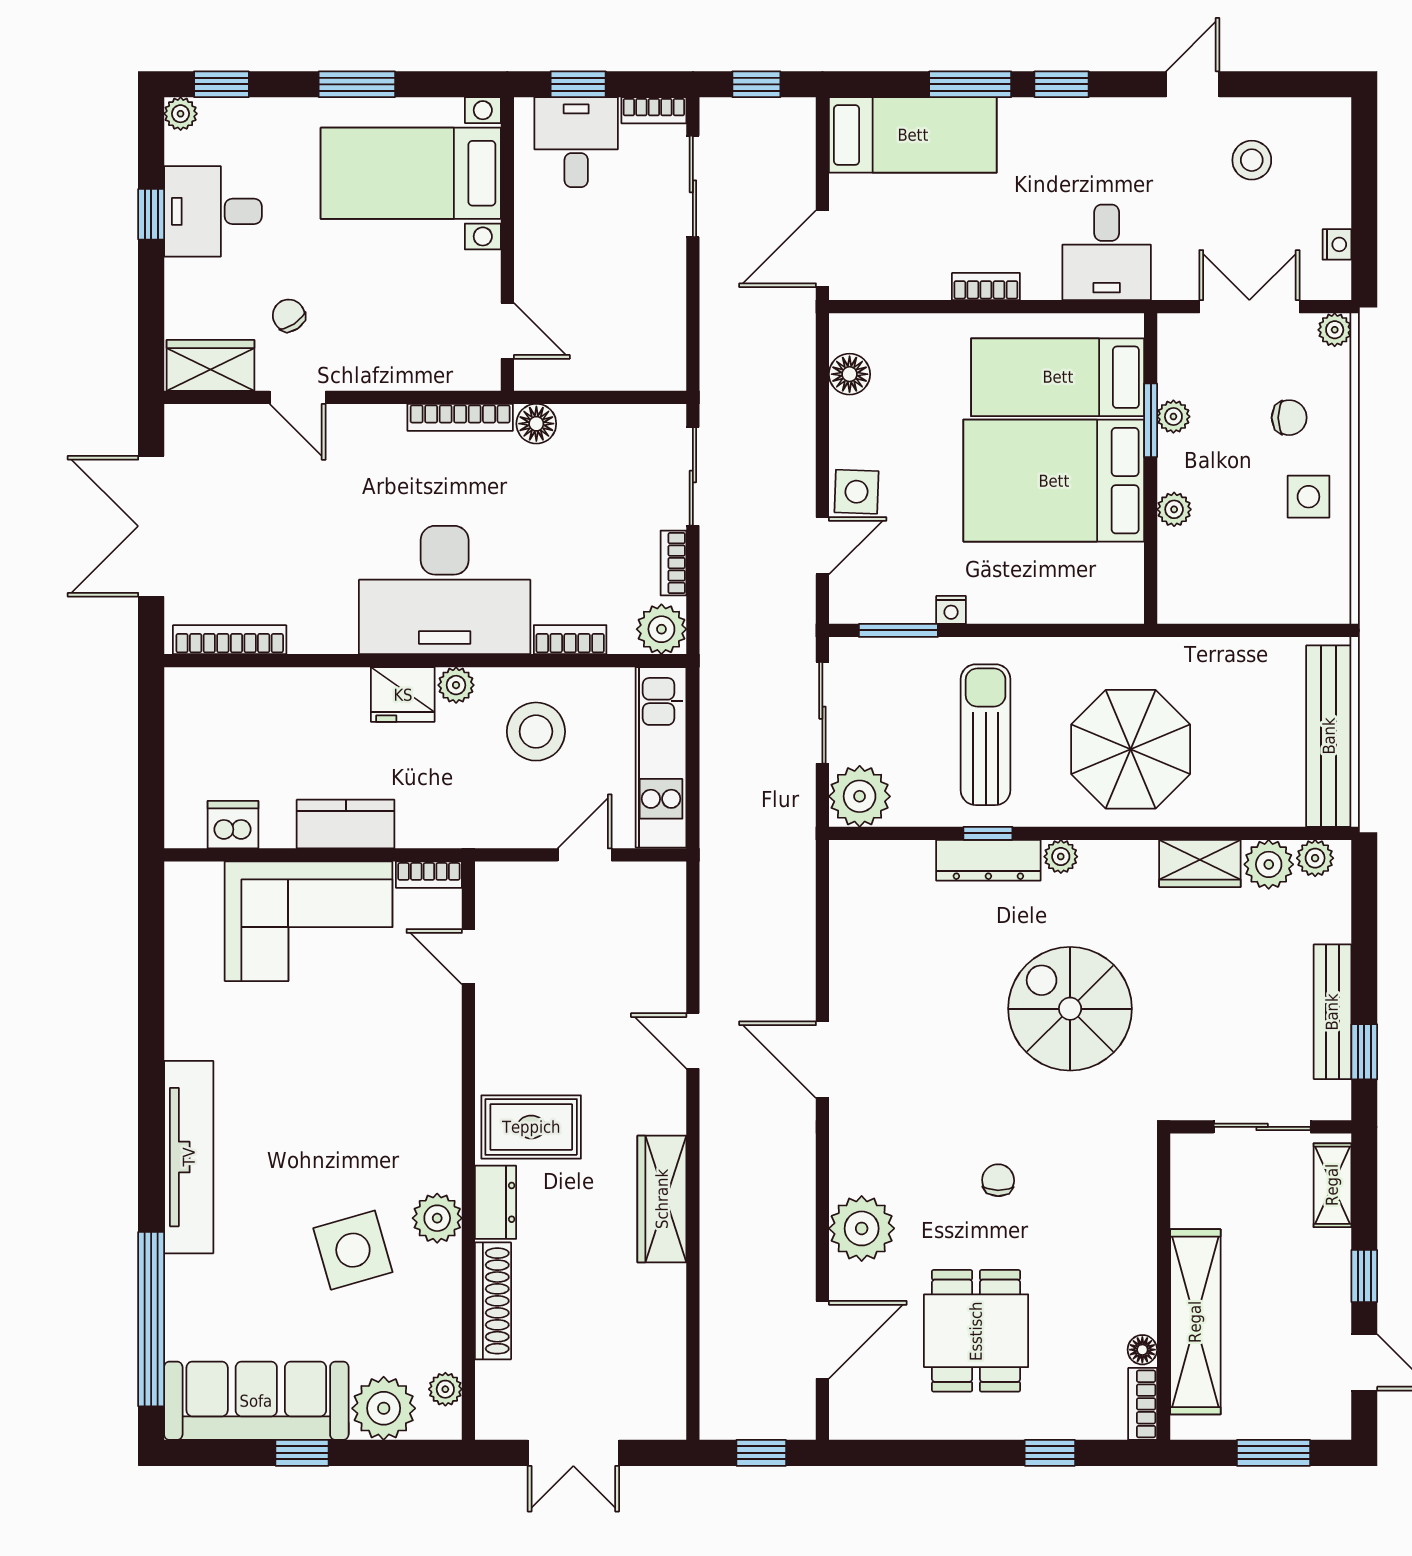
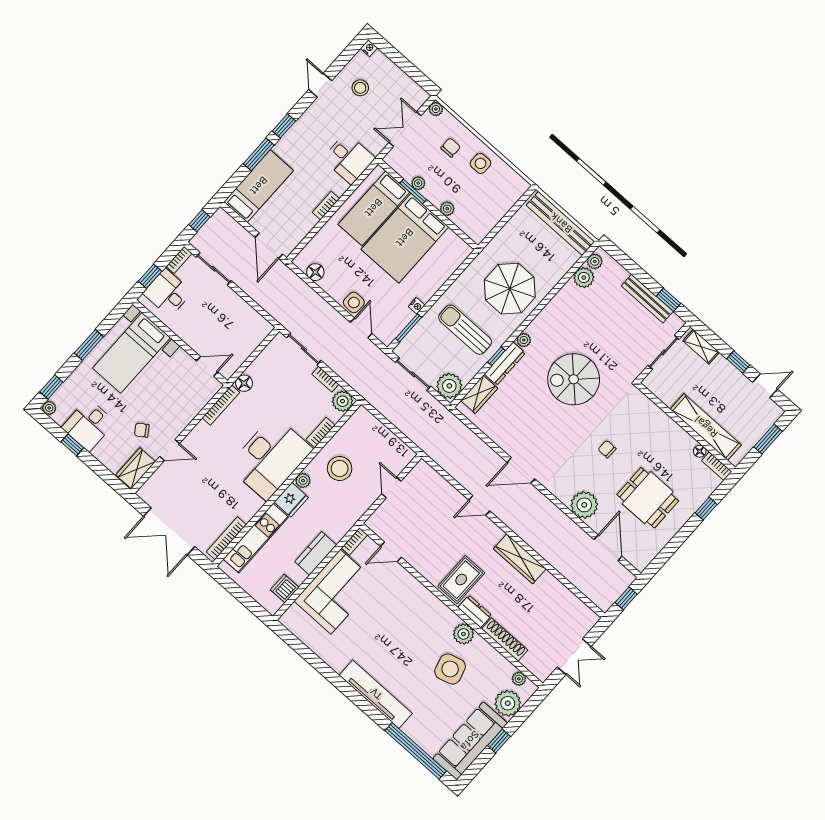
nightstand: (1337, 244) -> (369, 48), moved
kitchen unit: (661, 757) -> (256, 538), moved, turned -90
wardrobe: (1200, 863) -> (479, 394), moved

